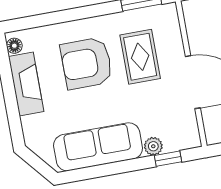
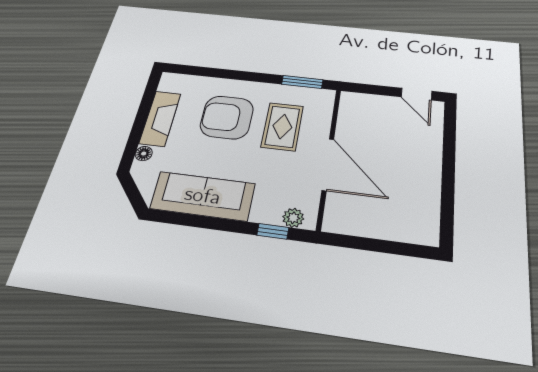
floor lamp: (14, 46) -> (144, 154), moved
plant: (153, 146) -> (293, 218), moved

